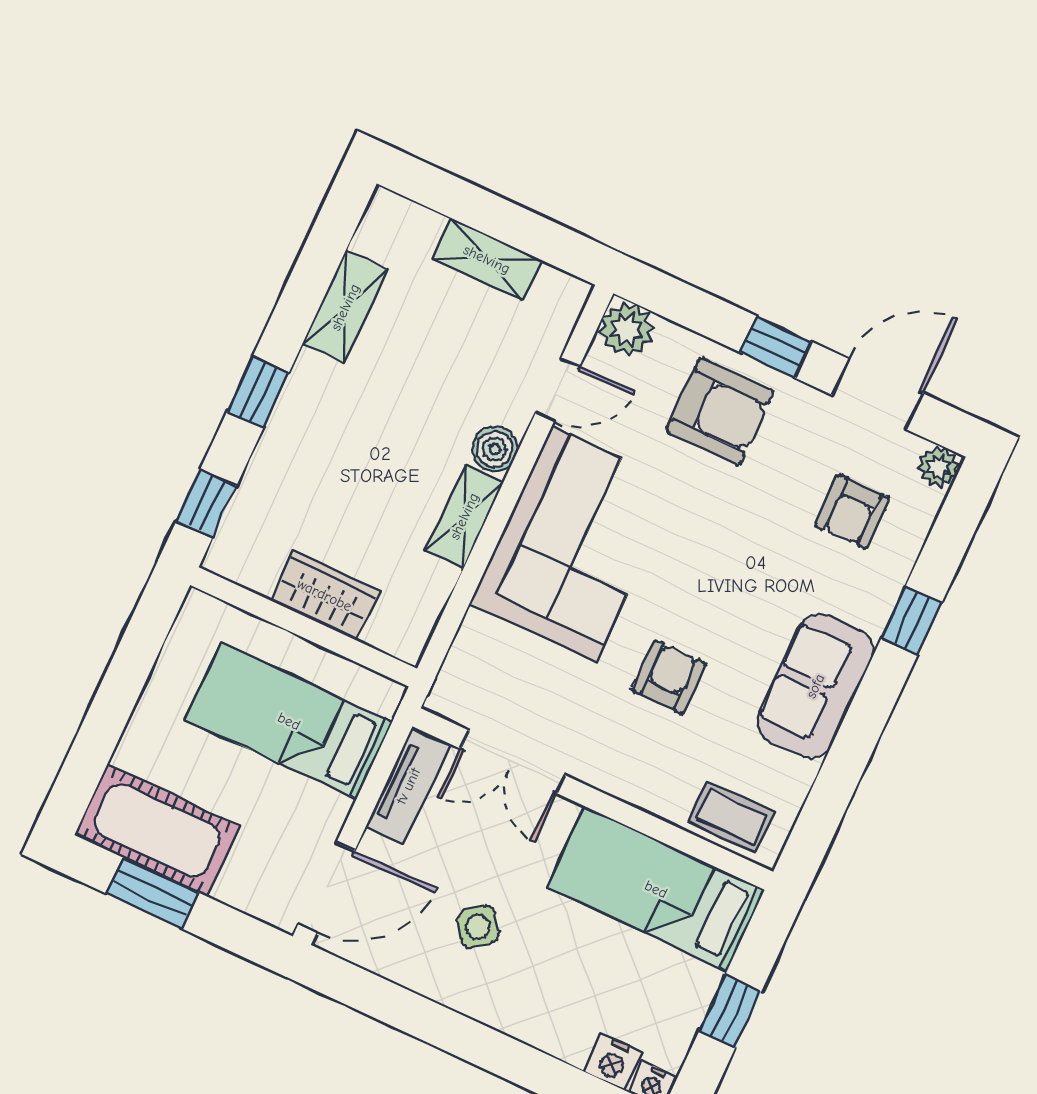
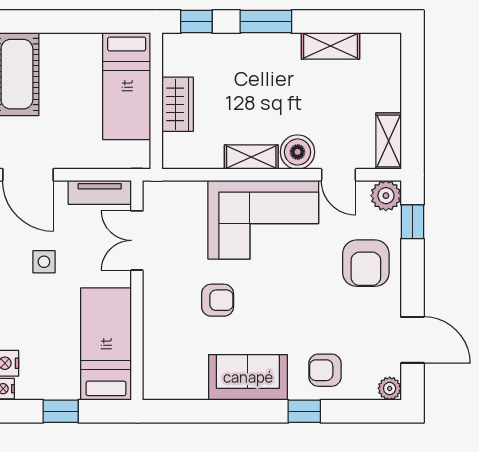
shelving: (487, 259) -> (389, 141), moved
window: (776, 347) -> (412, 222), moved
window: (258, 392) -> (266, 22), width x1.50
boiler: (495, 449) -> (298, 152), width x1.36, depth x1.36
armchair: (852, 512) -> (325, 370), moved
bed: (289, 721) -> (127, 86), moved, turned 180
coffee table: (731, 817) -> (161, 366), removed
side table: (478, 927) -> (44, 262), turned 36

